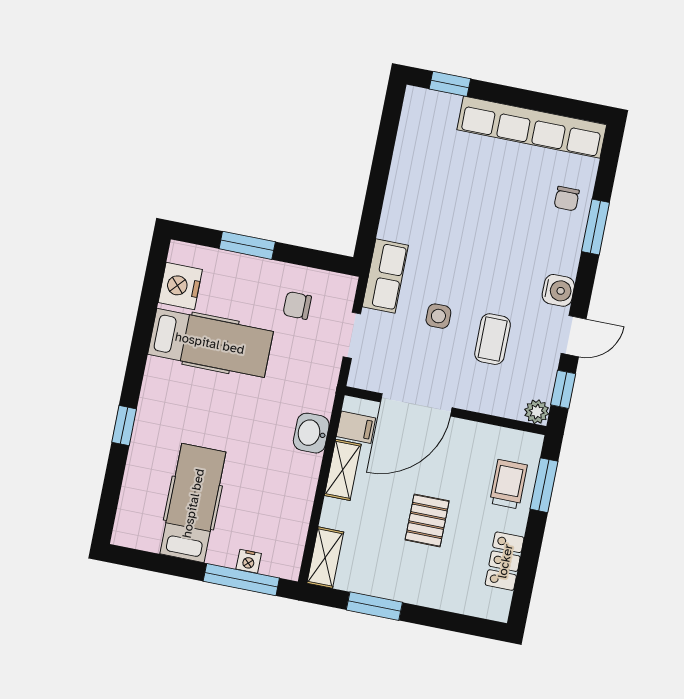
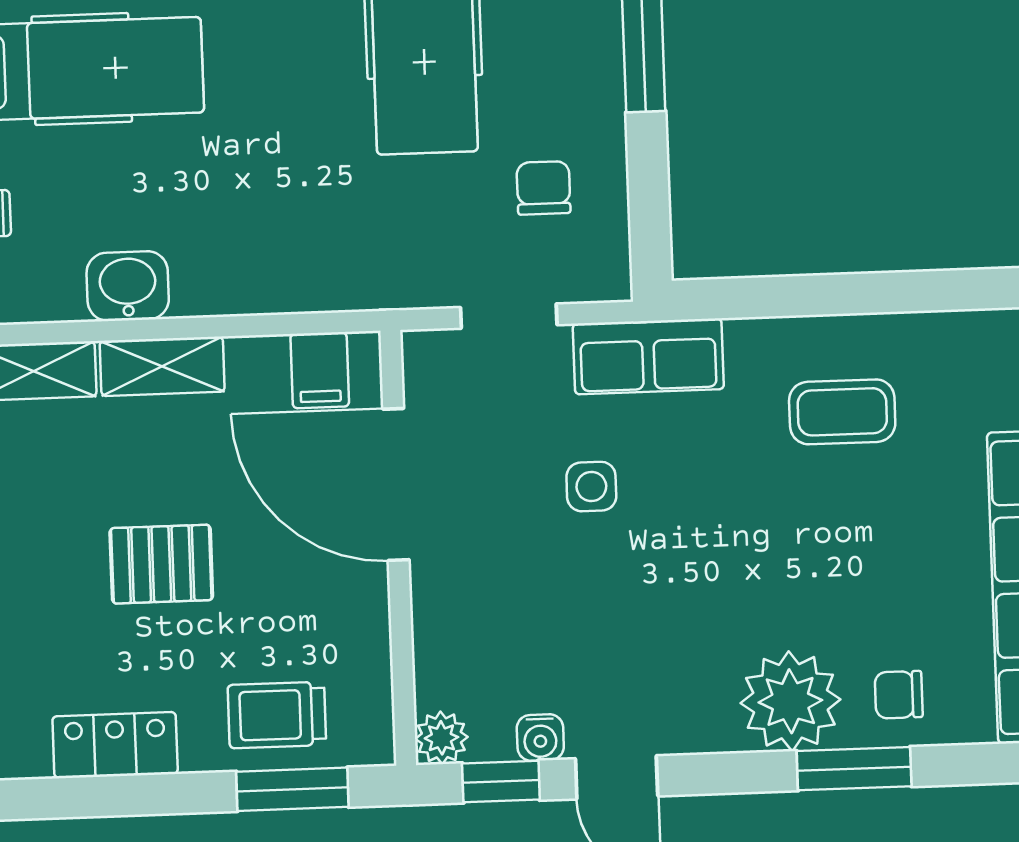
plant: (558, 249) -> (790, 701), added
water cooler: (558, 290) -> (540, 738), moved, width x0.72, depth x0.72
coffee table: (493, 339) -> (842, 412), moved
washbasin: (311, 433) -> (128, 286), moved
shelving: (343, 470) -> (162, 366), moved
trolley: (508, 484) -> (277, 715), turned 180

